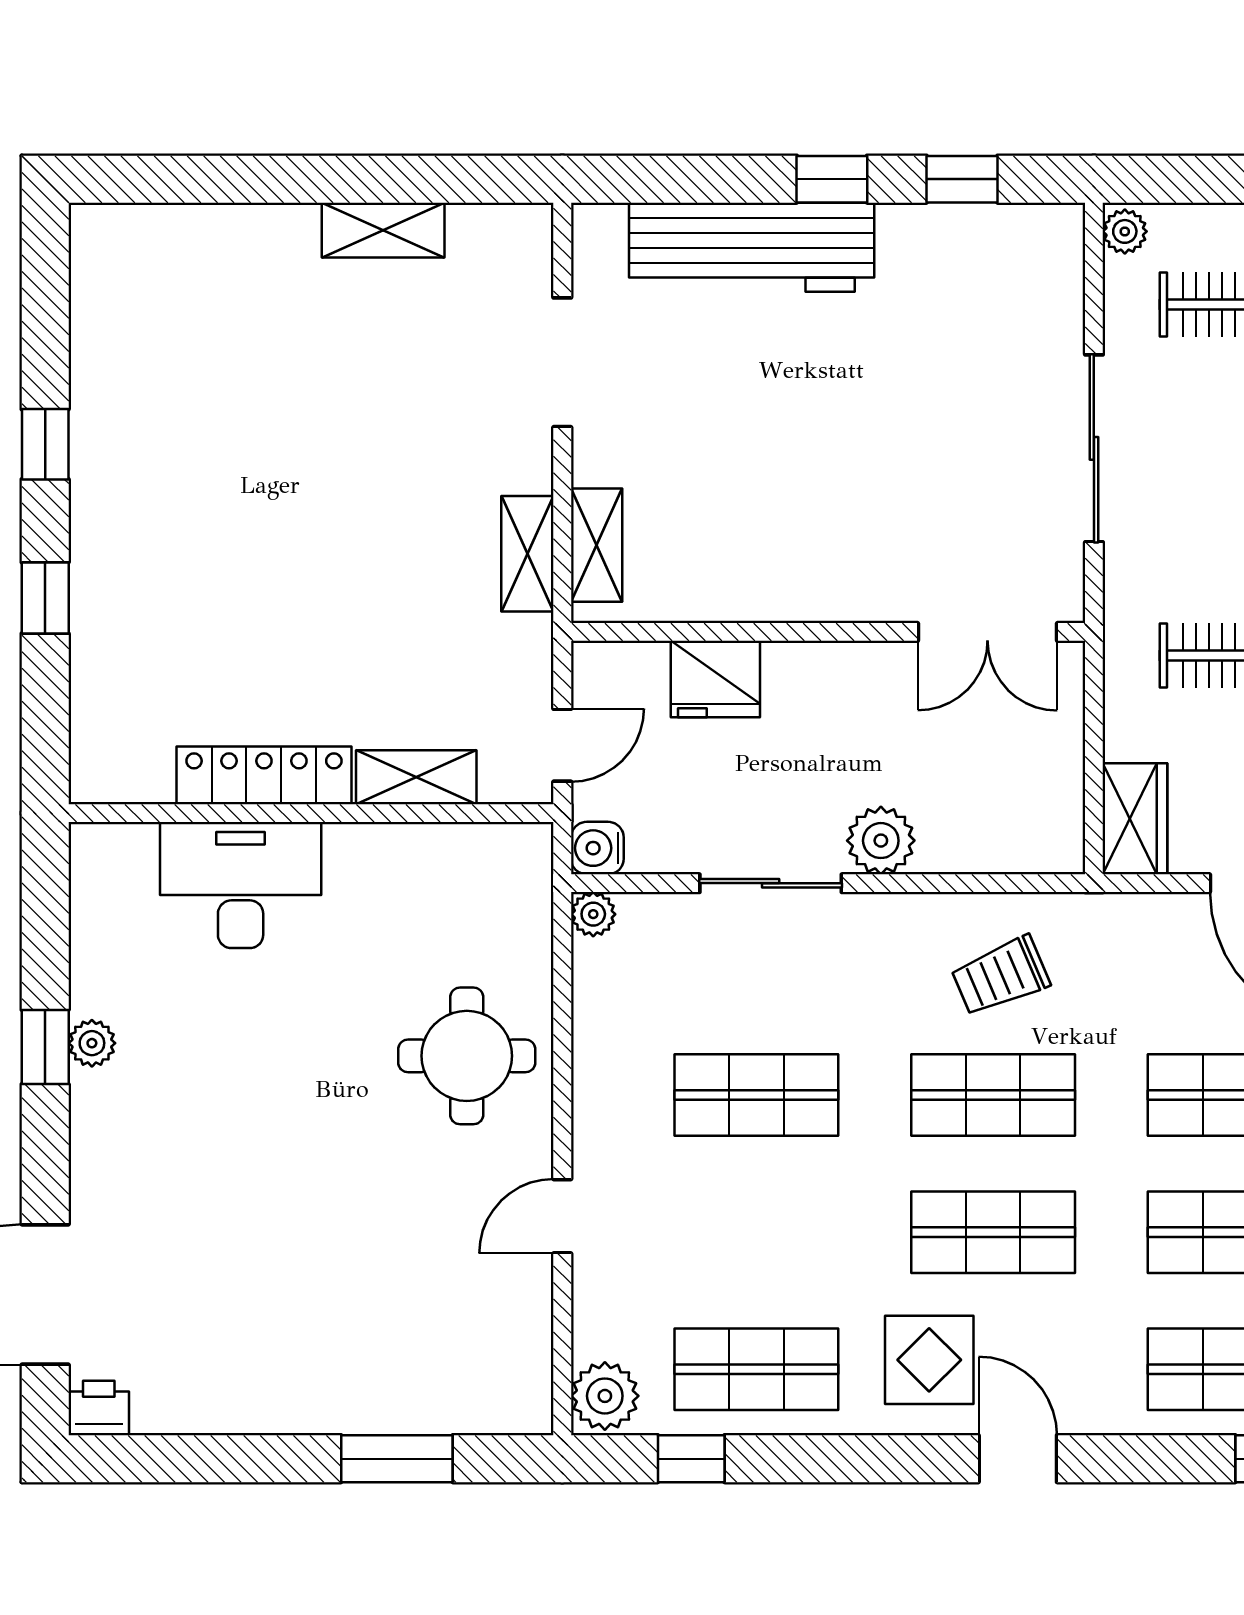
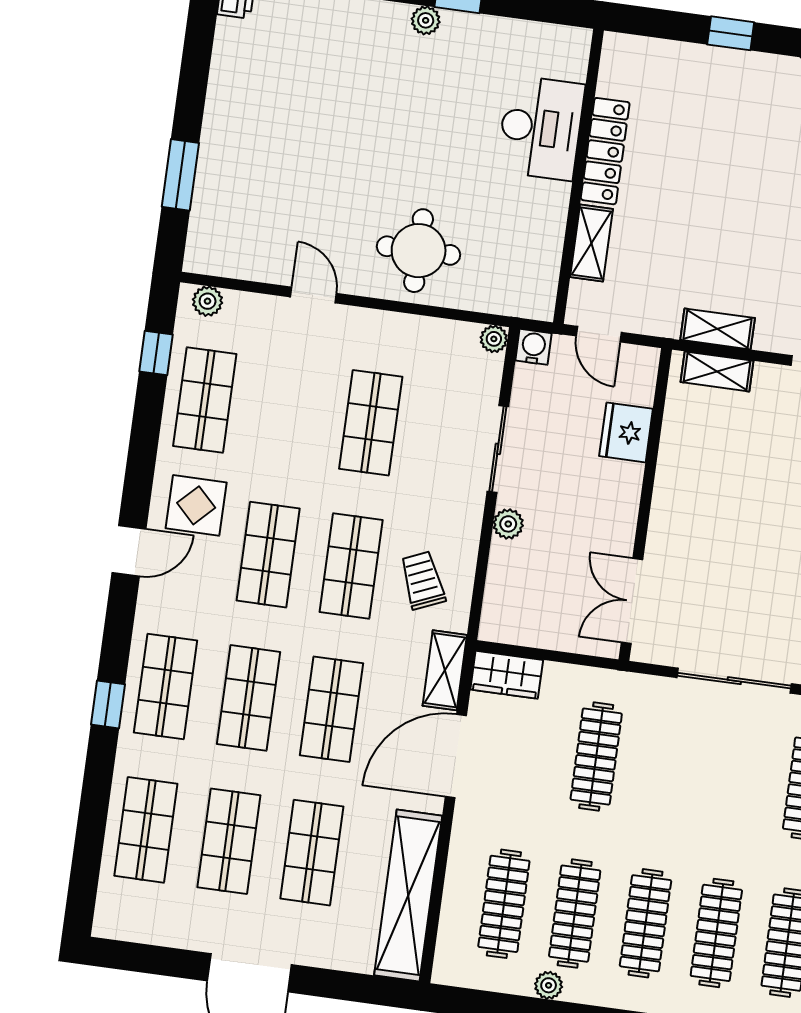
plant: (881, 841) -> (508, 524), width x0.73, depth x0.73
shelving: (1141, 920) -> (445, 670), added
plant: (92, 1043) -> (426, 20), moved
plant: (605, 1396) -> (208, 301), width x0.73, depth x0.73

